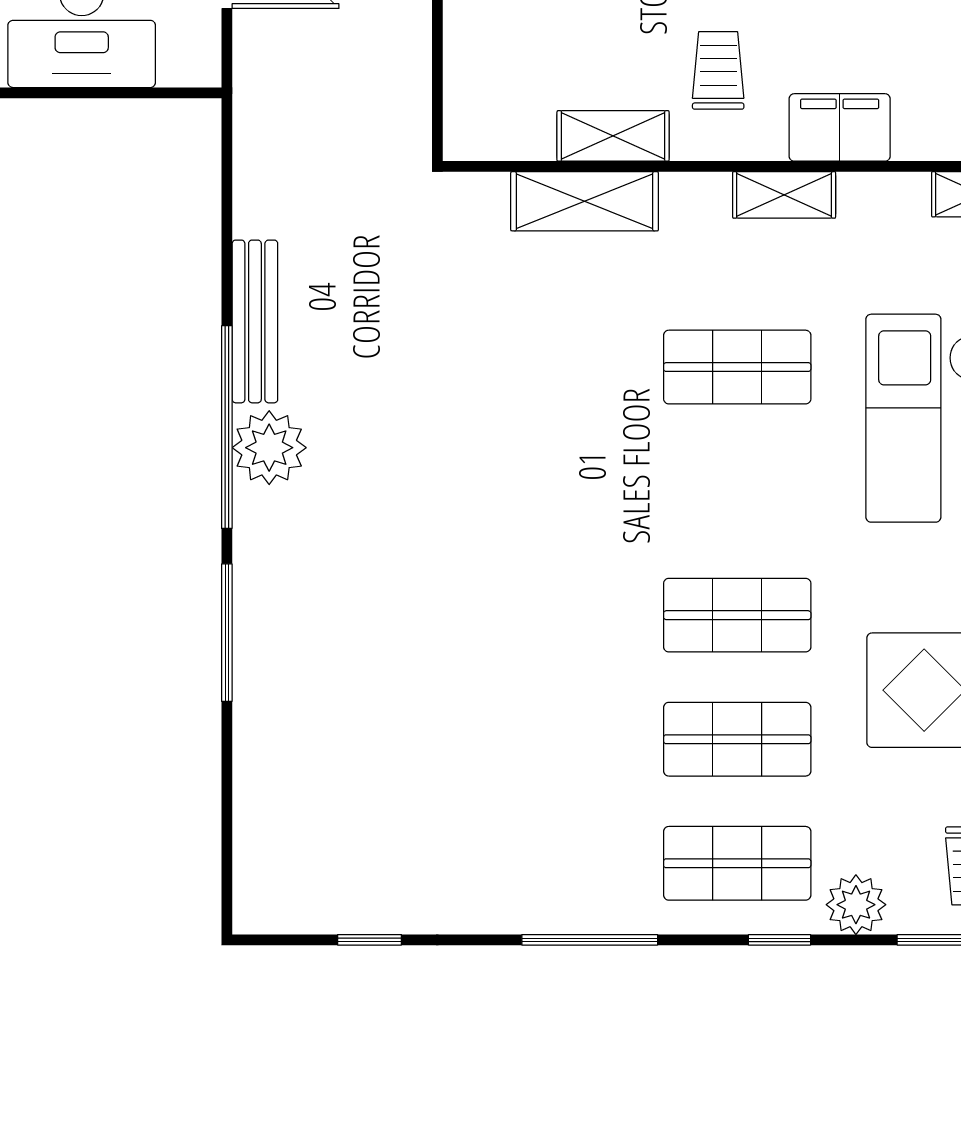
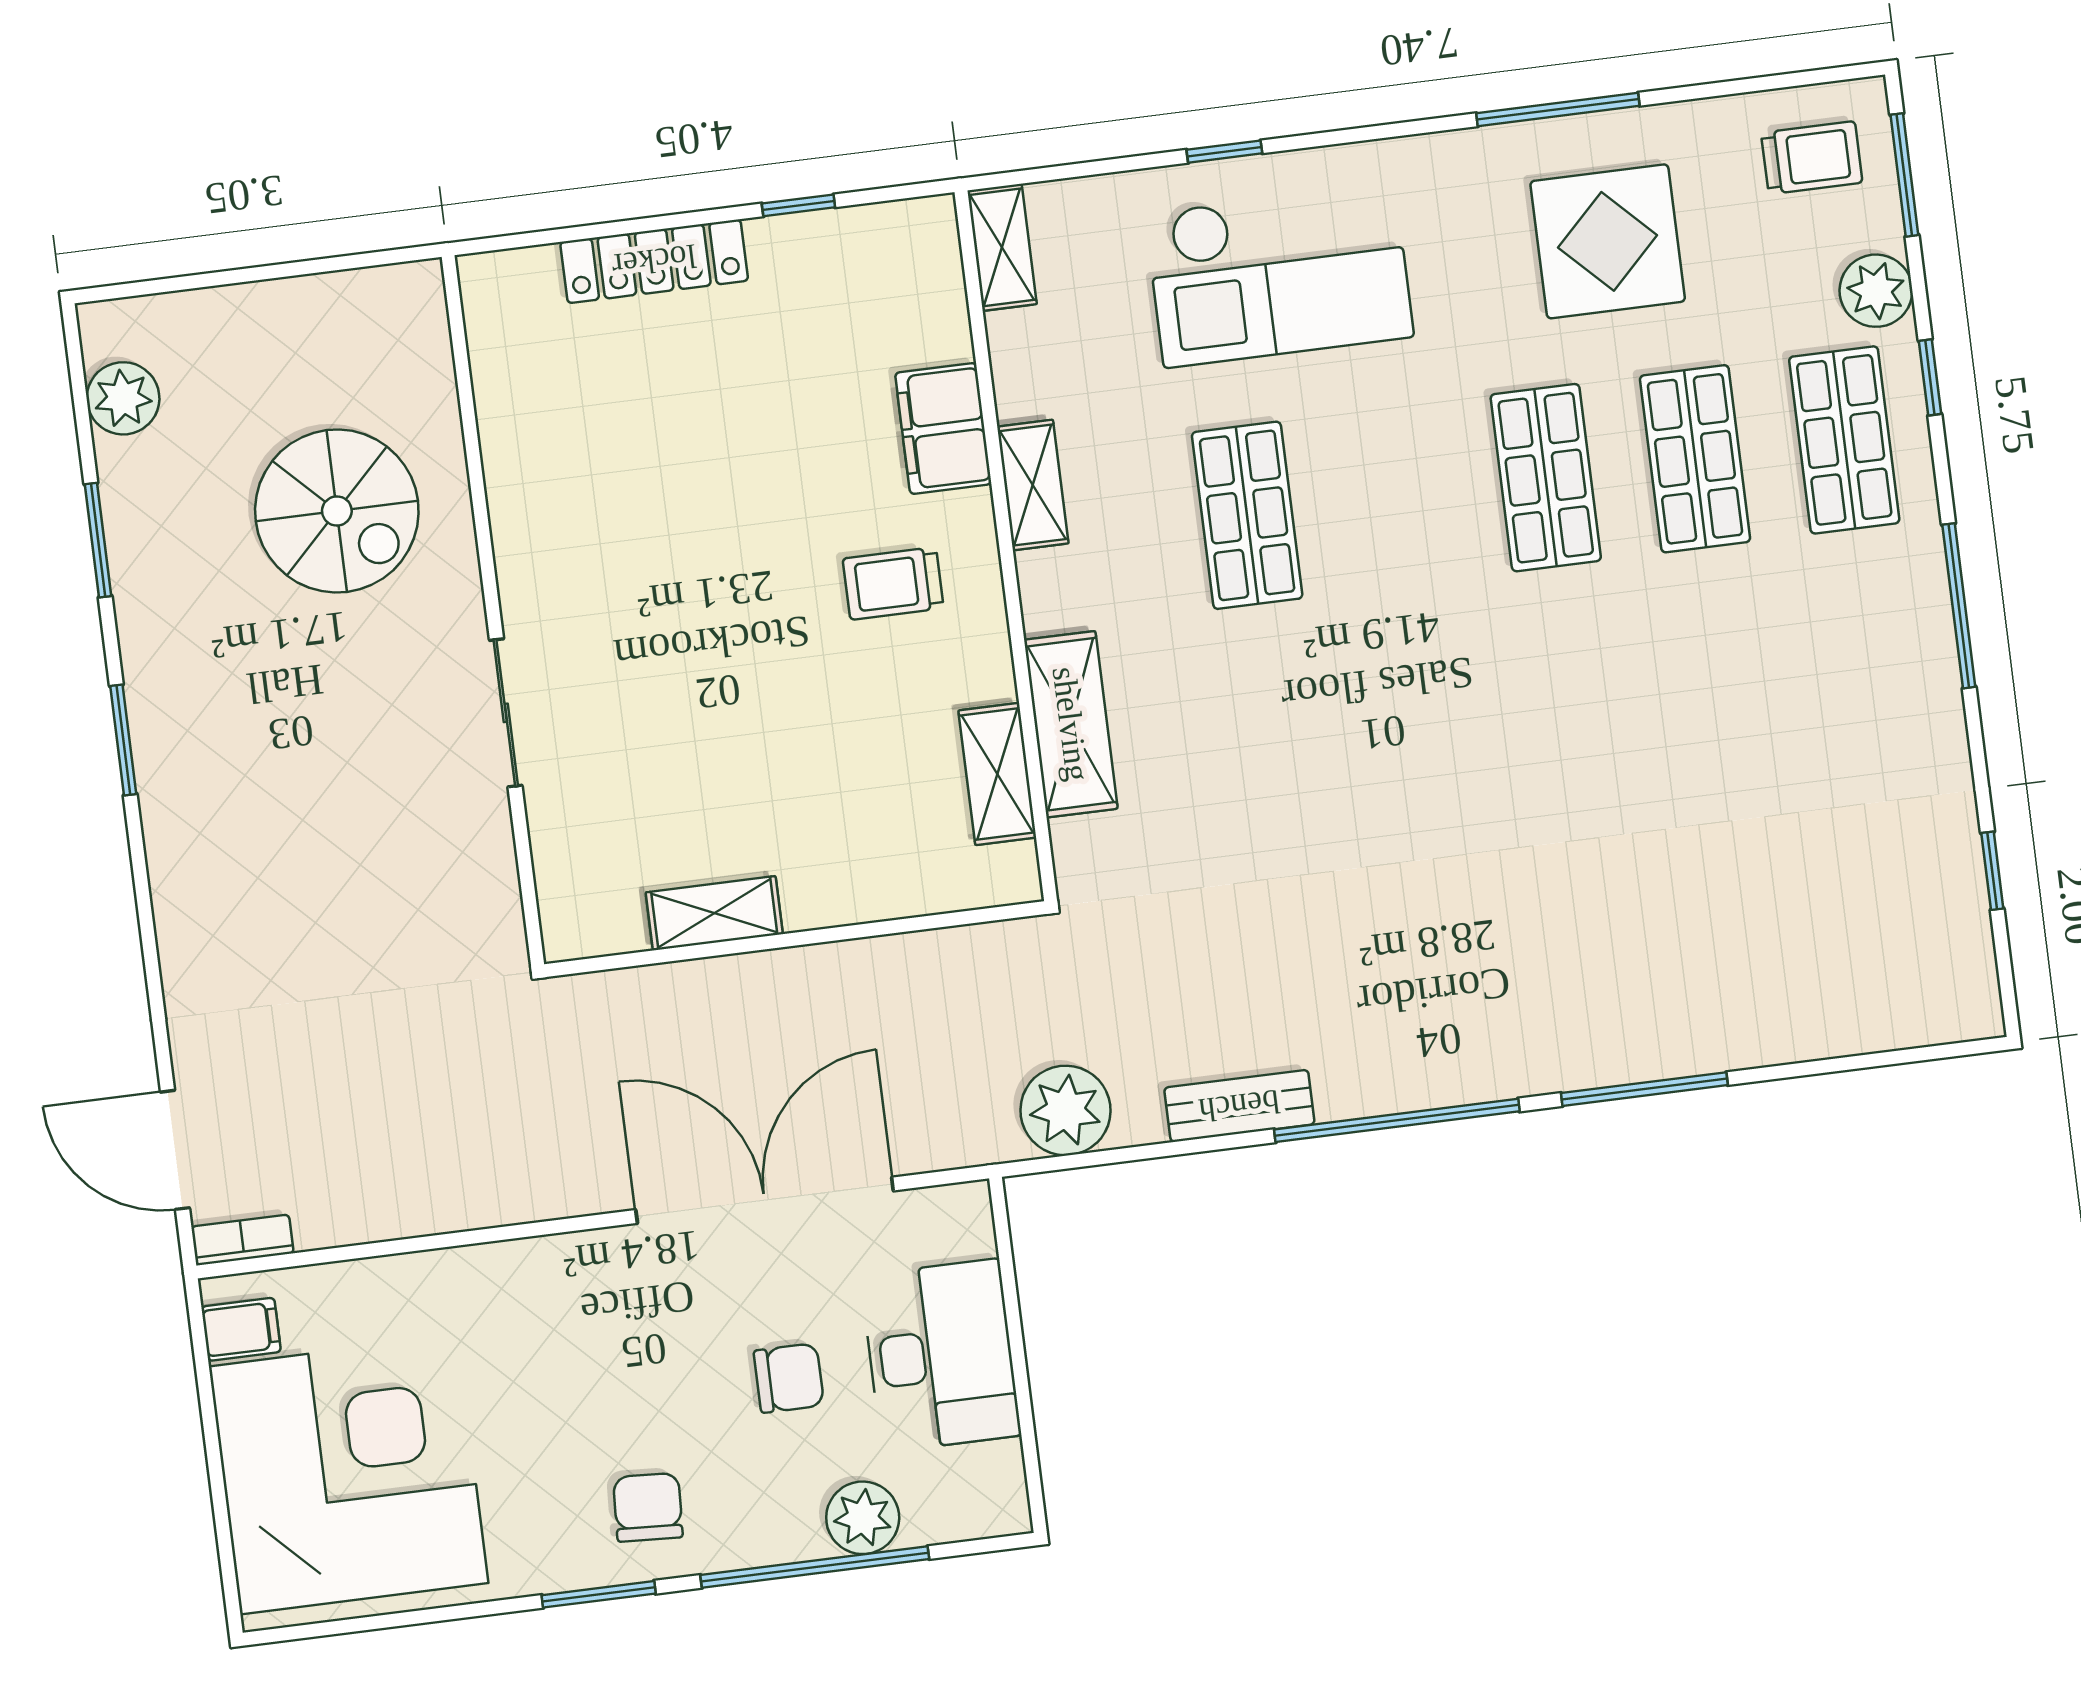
shelving: (613, 136) -> (997, 774), moved
bench: (255, 321) -> (1239, 1106), width x0.73
plant: (269, 448) -> (1066, 1110), moved

